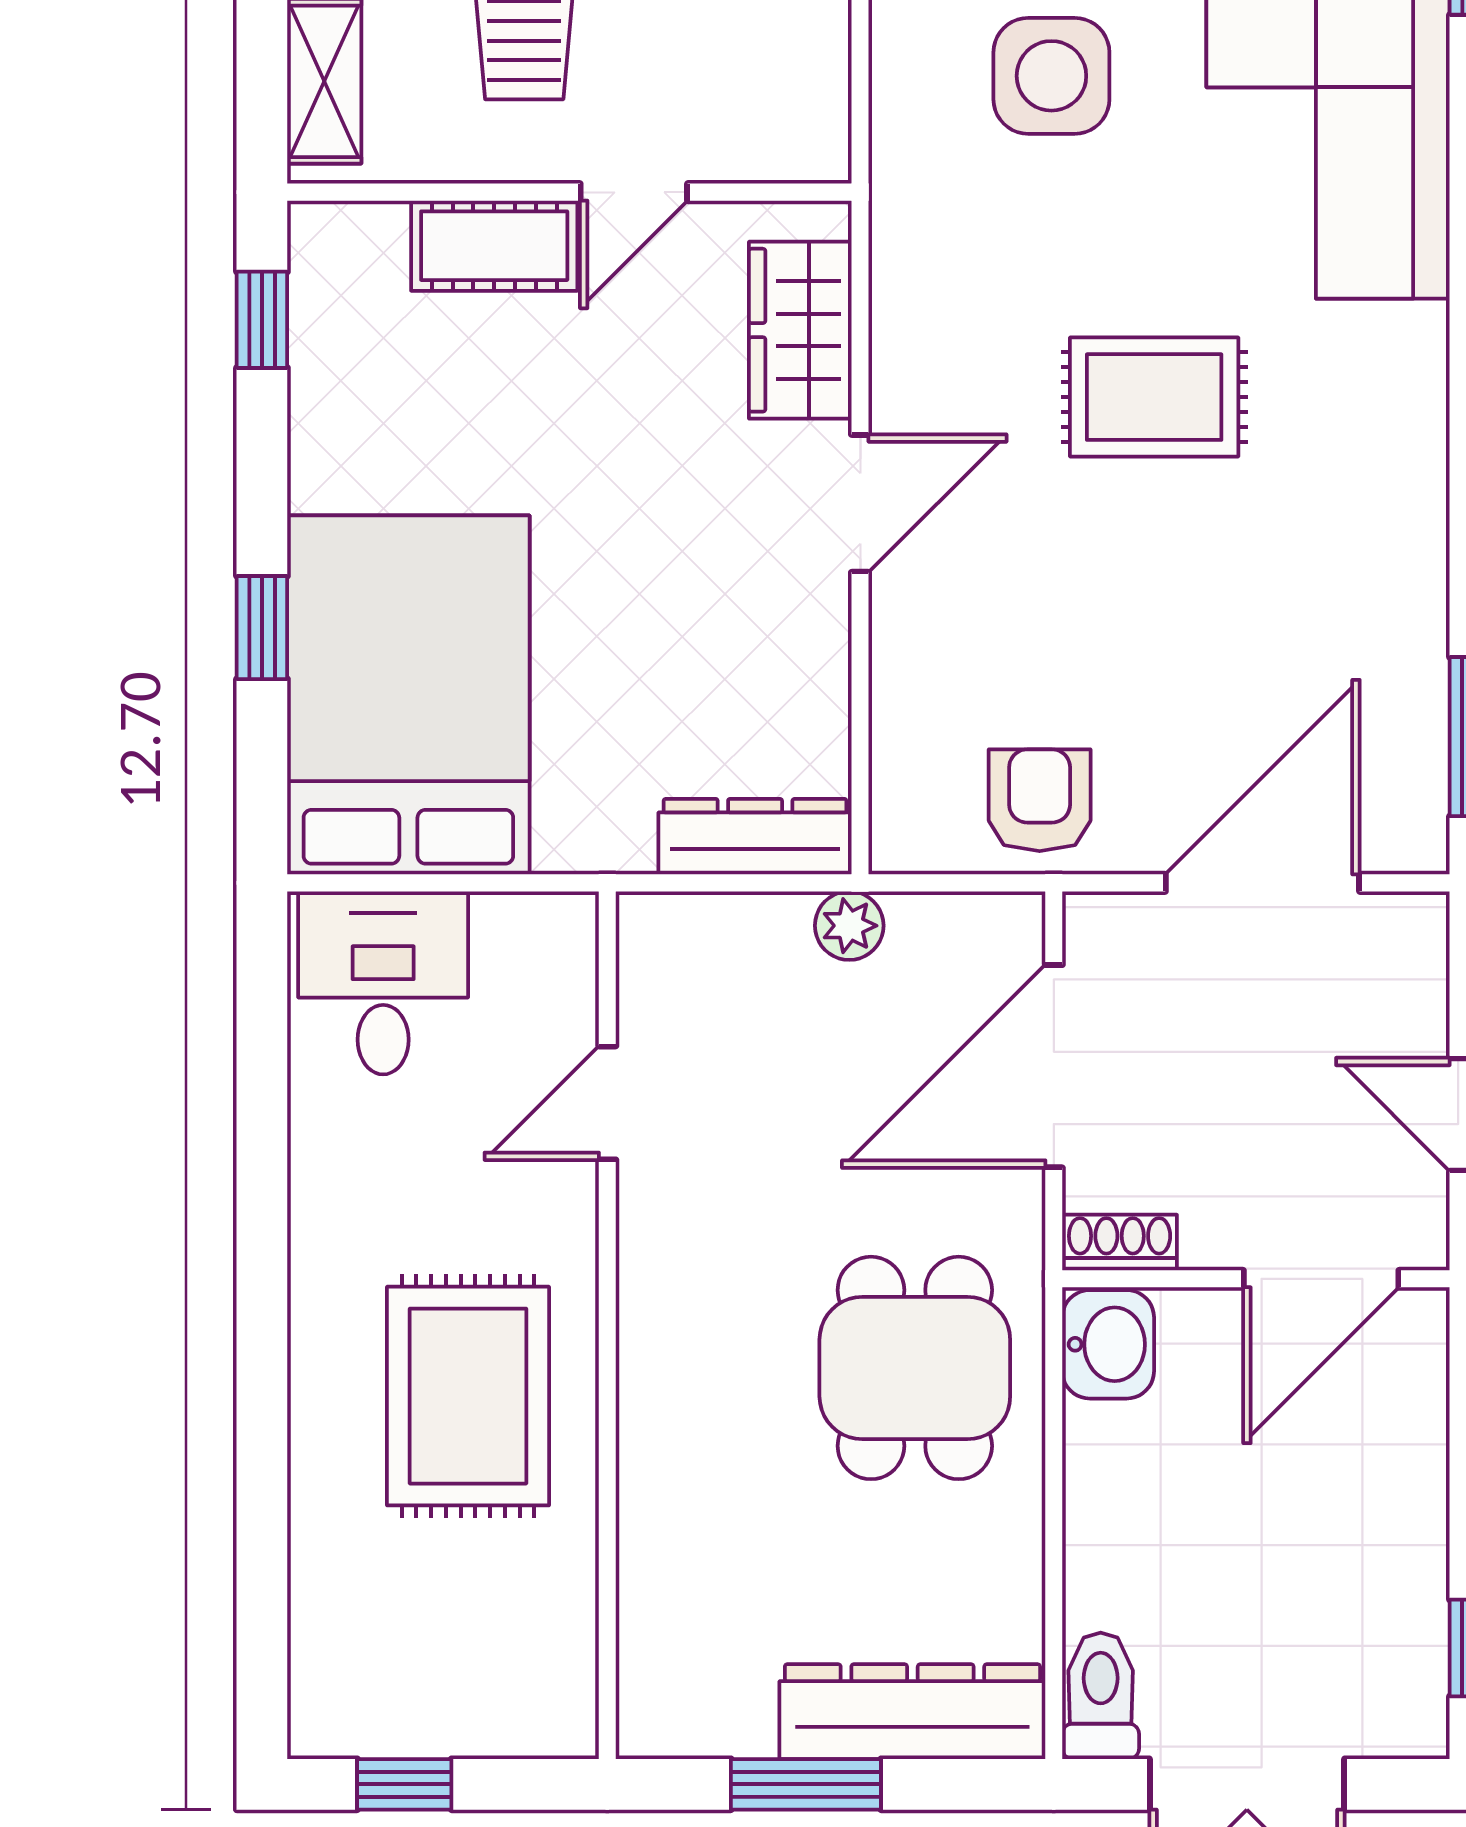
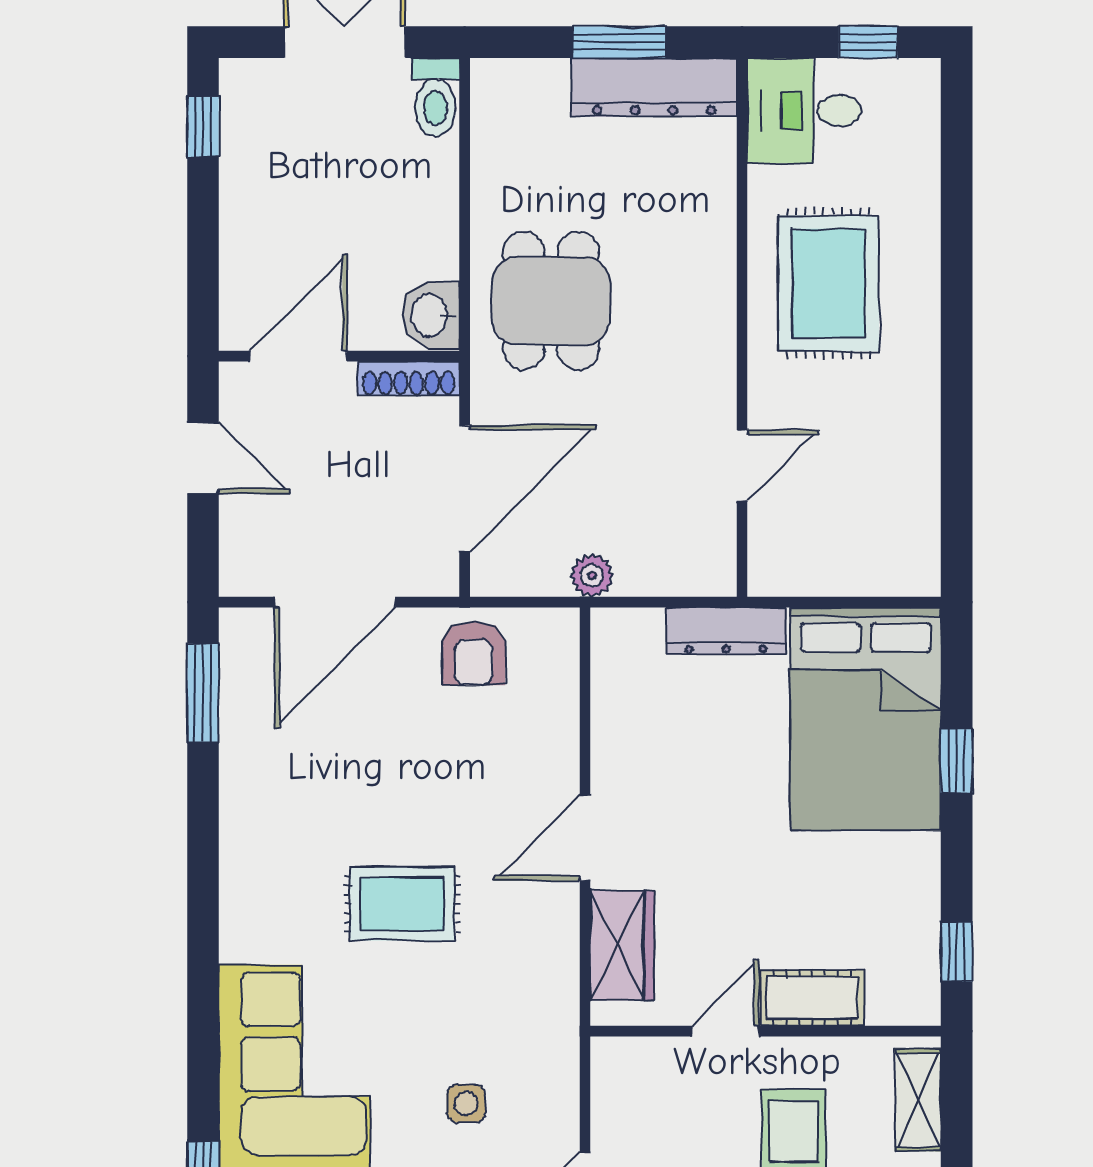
side table: (1051, 76) -> (466, 1103), width x0.54, depth x0.54
dresser: (755, 837) -> (726, 631), moved
desk: (383, 983) -> (804, 111), moved, turned 90
shoe rack: (1120, 1243) -> (409, 379), width x1.43
dresser: (912, 1712) -> (654, 87), moved

